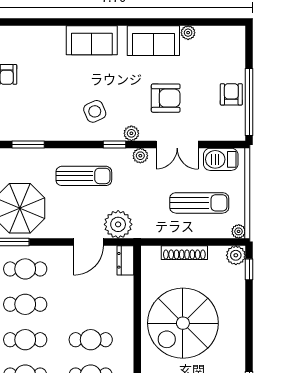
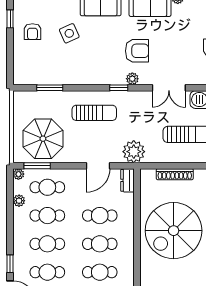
armchair: (166, 98) -> (137, 51), moved
side table: (95, 111) -> (69, 33), moved
plant: (140, 156) -> (139, 97), removed
plant: (118, 224) -> (134, 152), moved
cafe table: (91, 304) -> (100, 216), added

